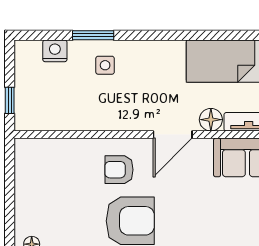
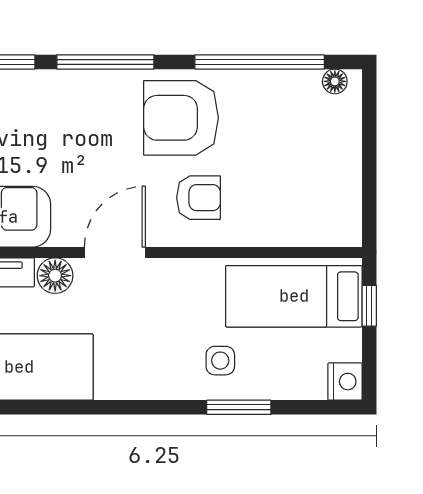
nightstand: (55, 51) -> (345, 382), moved, turned -90
bed: (58, 106) -> (294, 296), added

